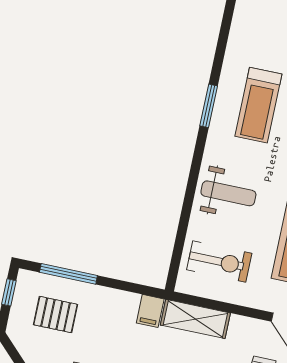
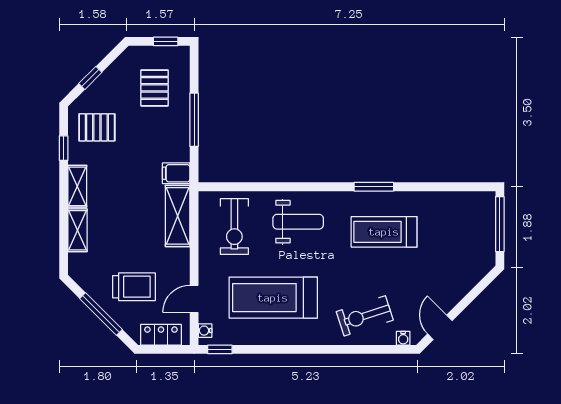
weight bench: (228, 193) -> (298, 222), turned -90
window: (68, 274) -> (194, 120), moved

